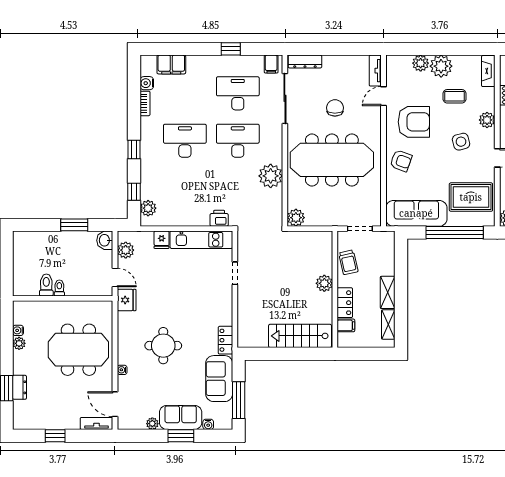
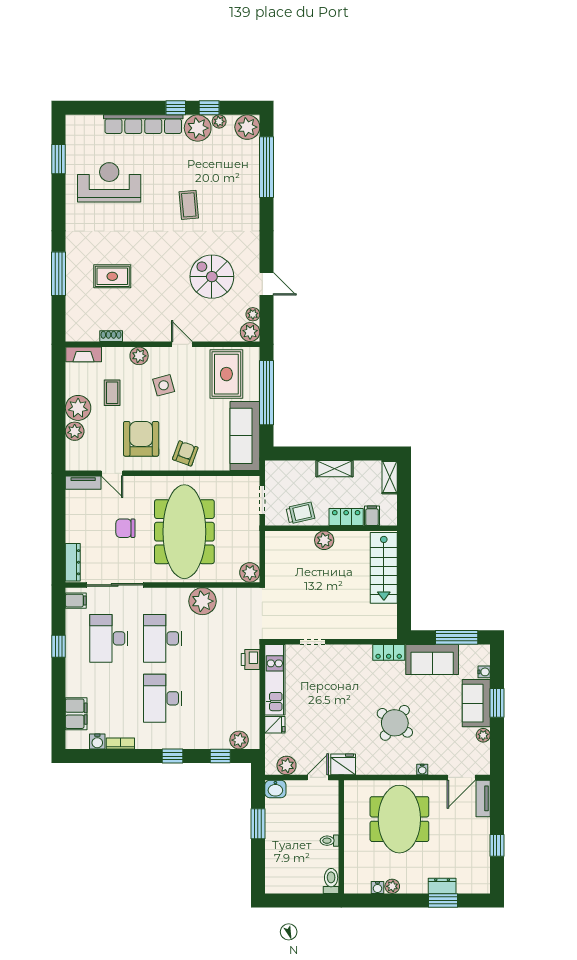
toilet: (46, 285) -> (331, 881), moved, turned 90
shelving: (388, 325) -> (390, 477), moved, turned 90
round table: (163, 346) -> (395, 723), turned 37

